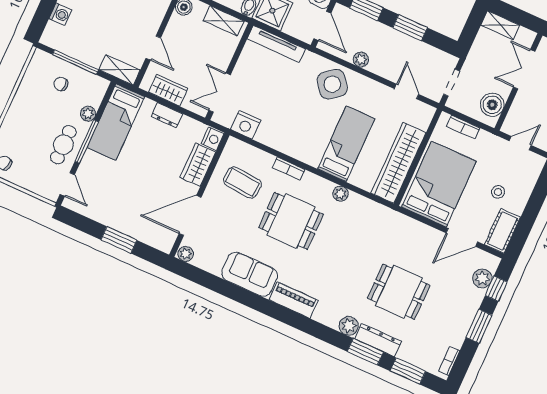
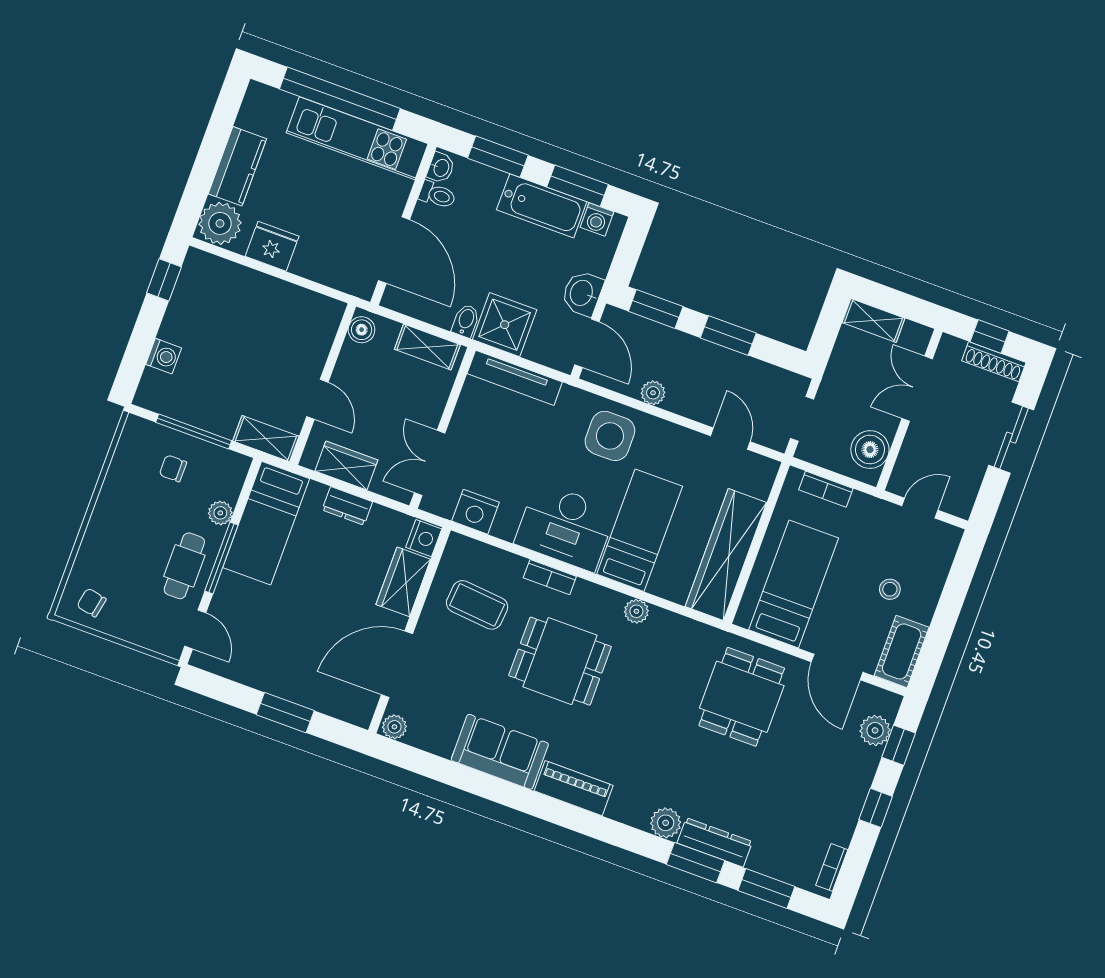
side table: (332, 84) -> (610, 436), turned 38
desk: (301, 138) -> (565, 527), added
bed: (439, 184) -> (794, 584), width x0.67
door: (462, 237) -> (837, 667), hinge flipped
dining table: (399, 292) -> (742, 697), moved, turned 90
window: (479, 326) -> (876, 808), width x0.67

